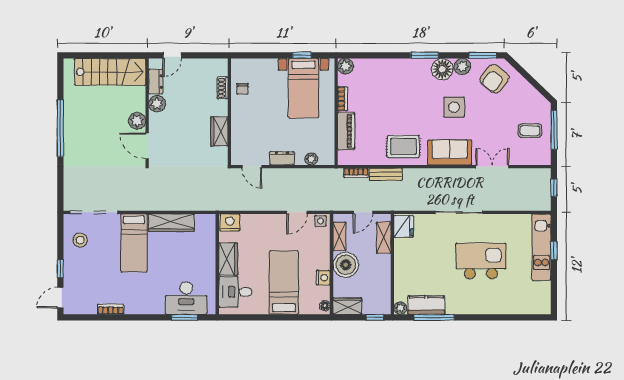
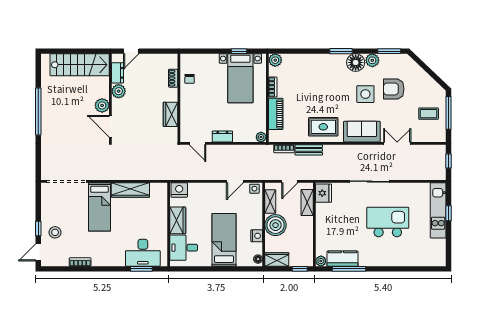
armchair: (494, 79) -> (394, 89), moved, turned 52
plant: (311, 159) -> (261, 137), moved
stool: (80, 240) -> (55, 232), moved

